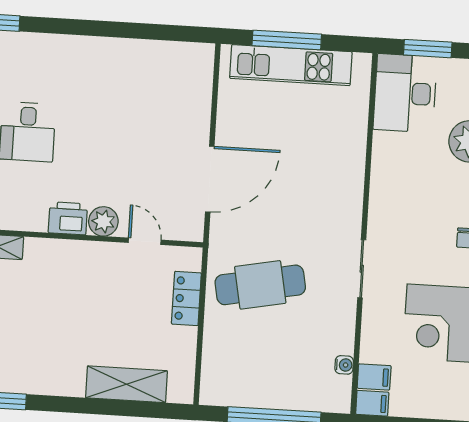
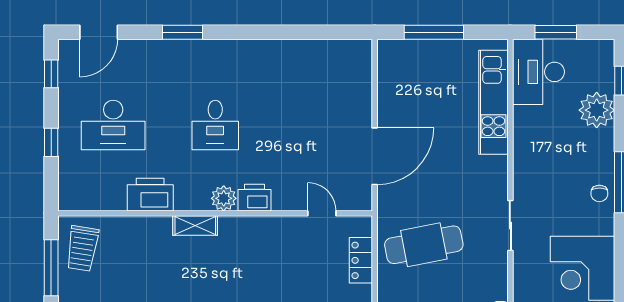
kitchen unit: (291, 65) -> (494, 102), moved, turned 90
plant: (103, 221) -> (224, 198), moved

